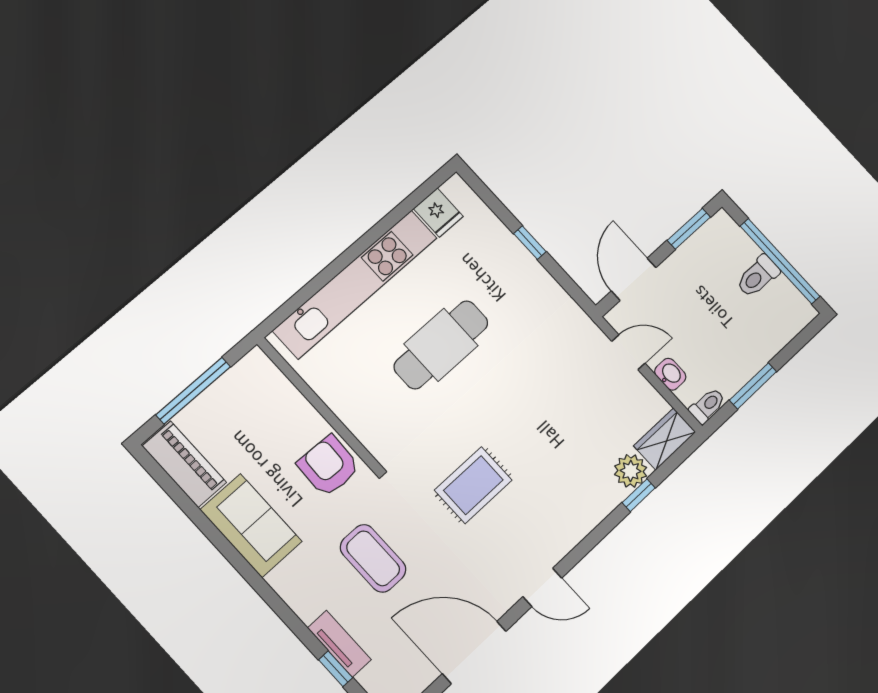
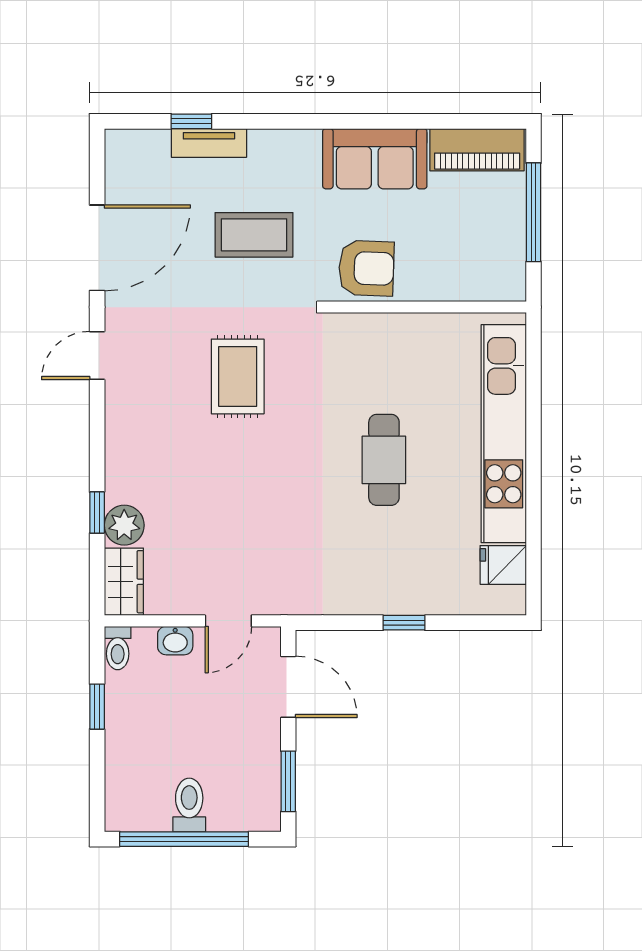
cafe table: (441, 345) -> (384, 460), width x0.73, depth x0.74
window: (753, 386) -> (97, 707), width x0.67

